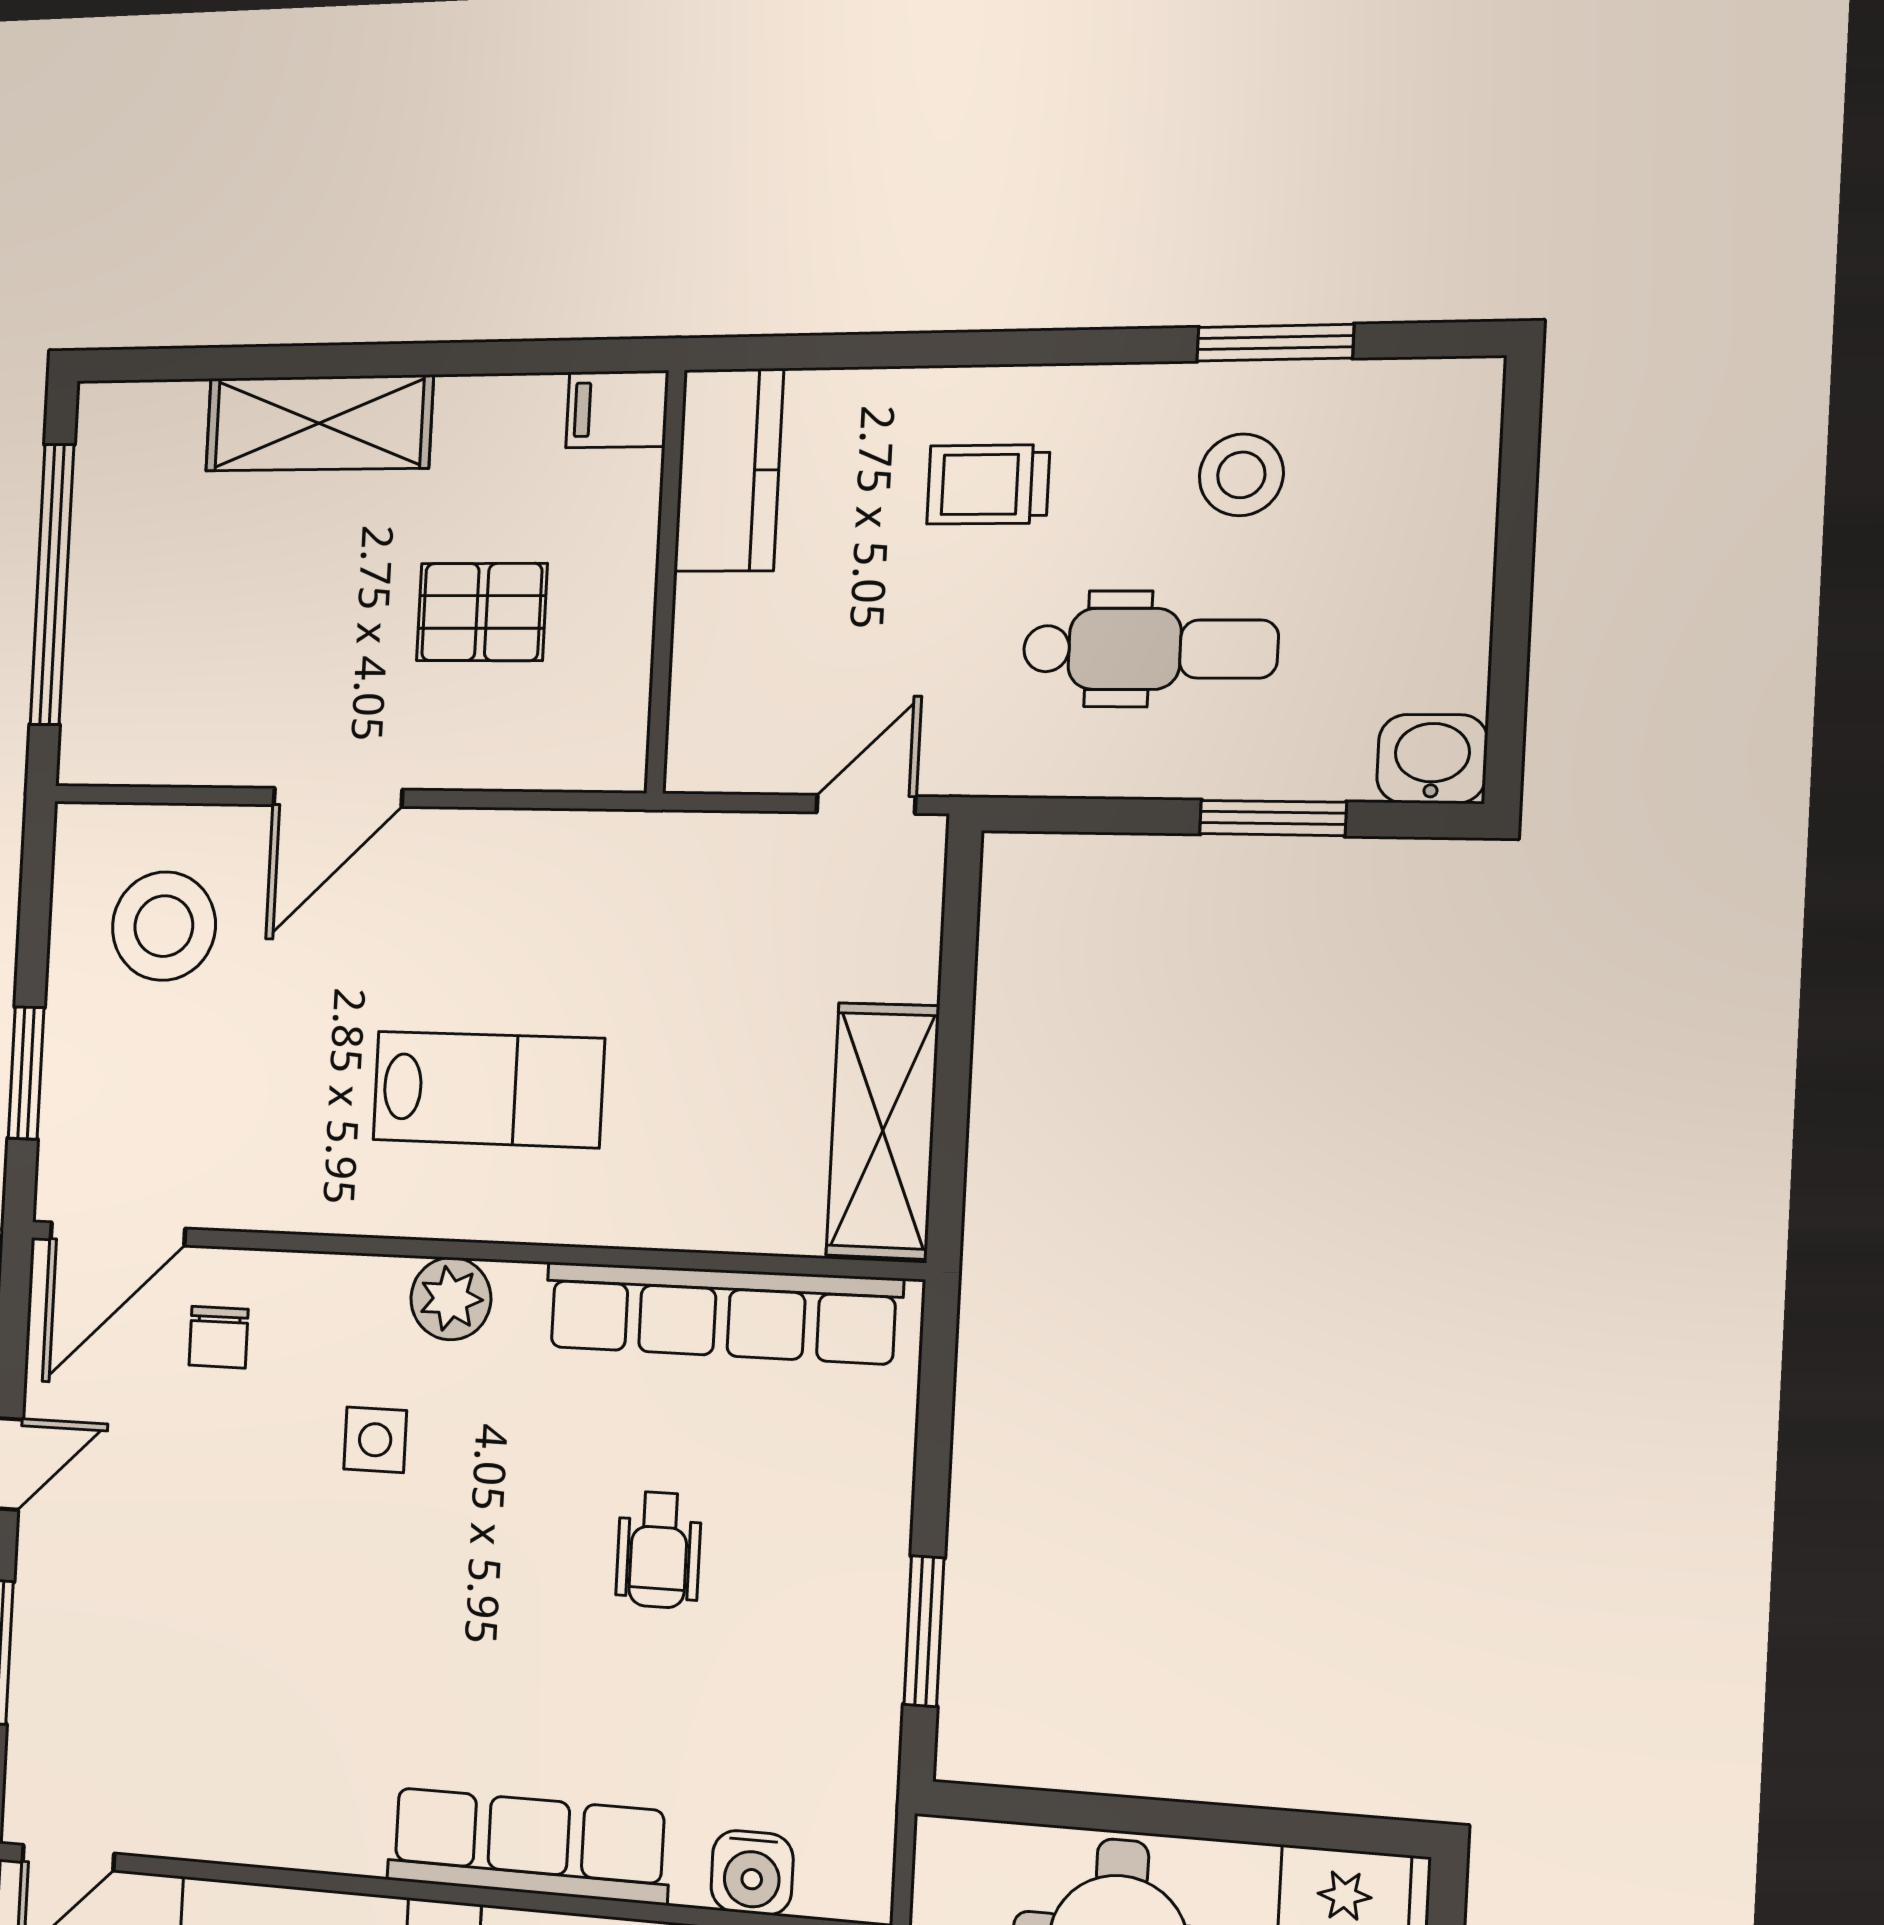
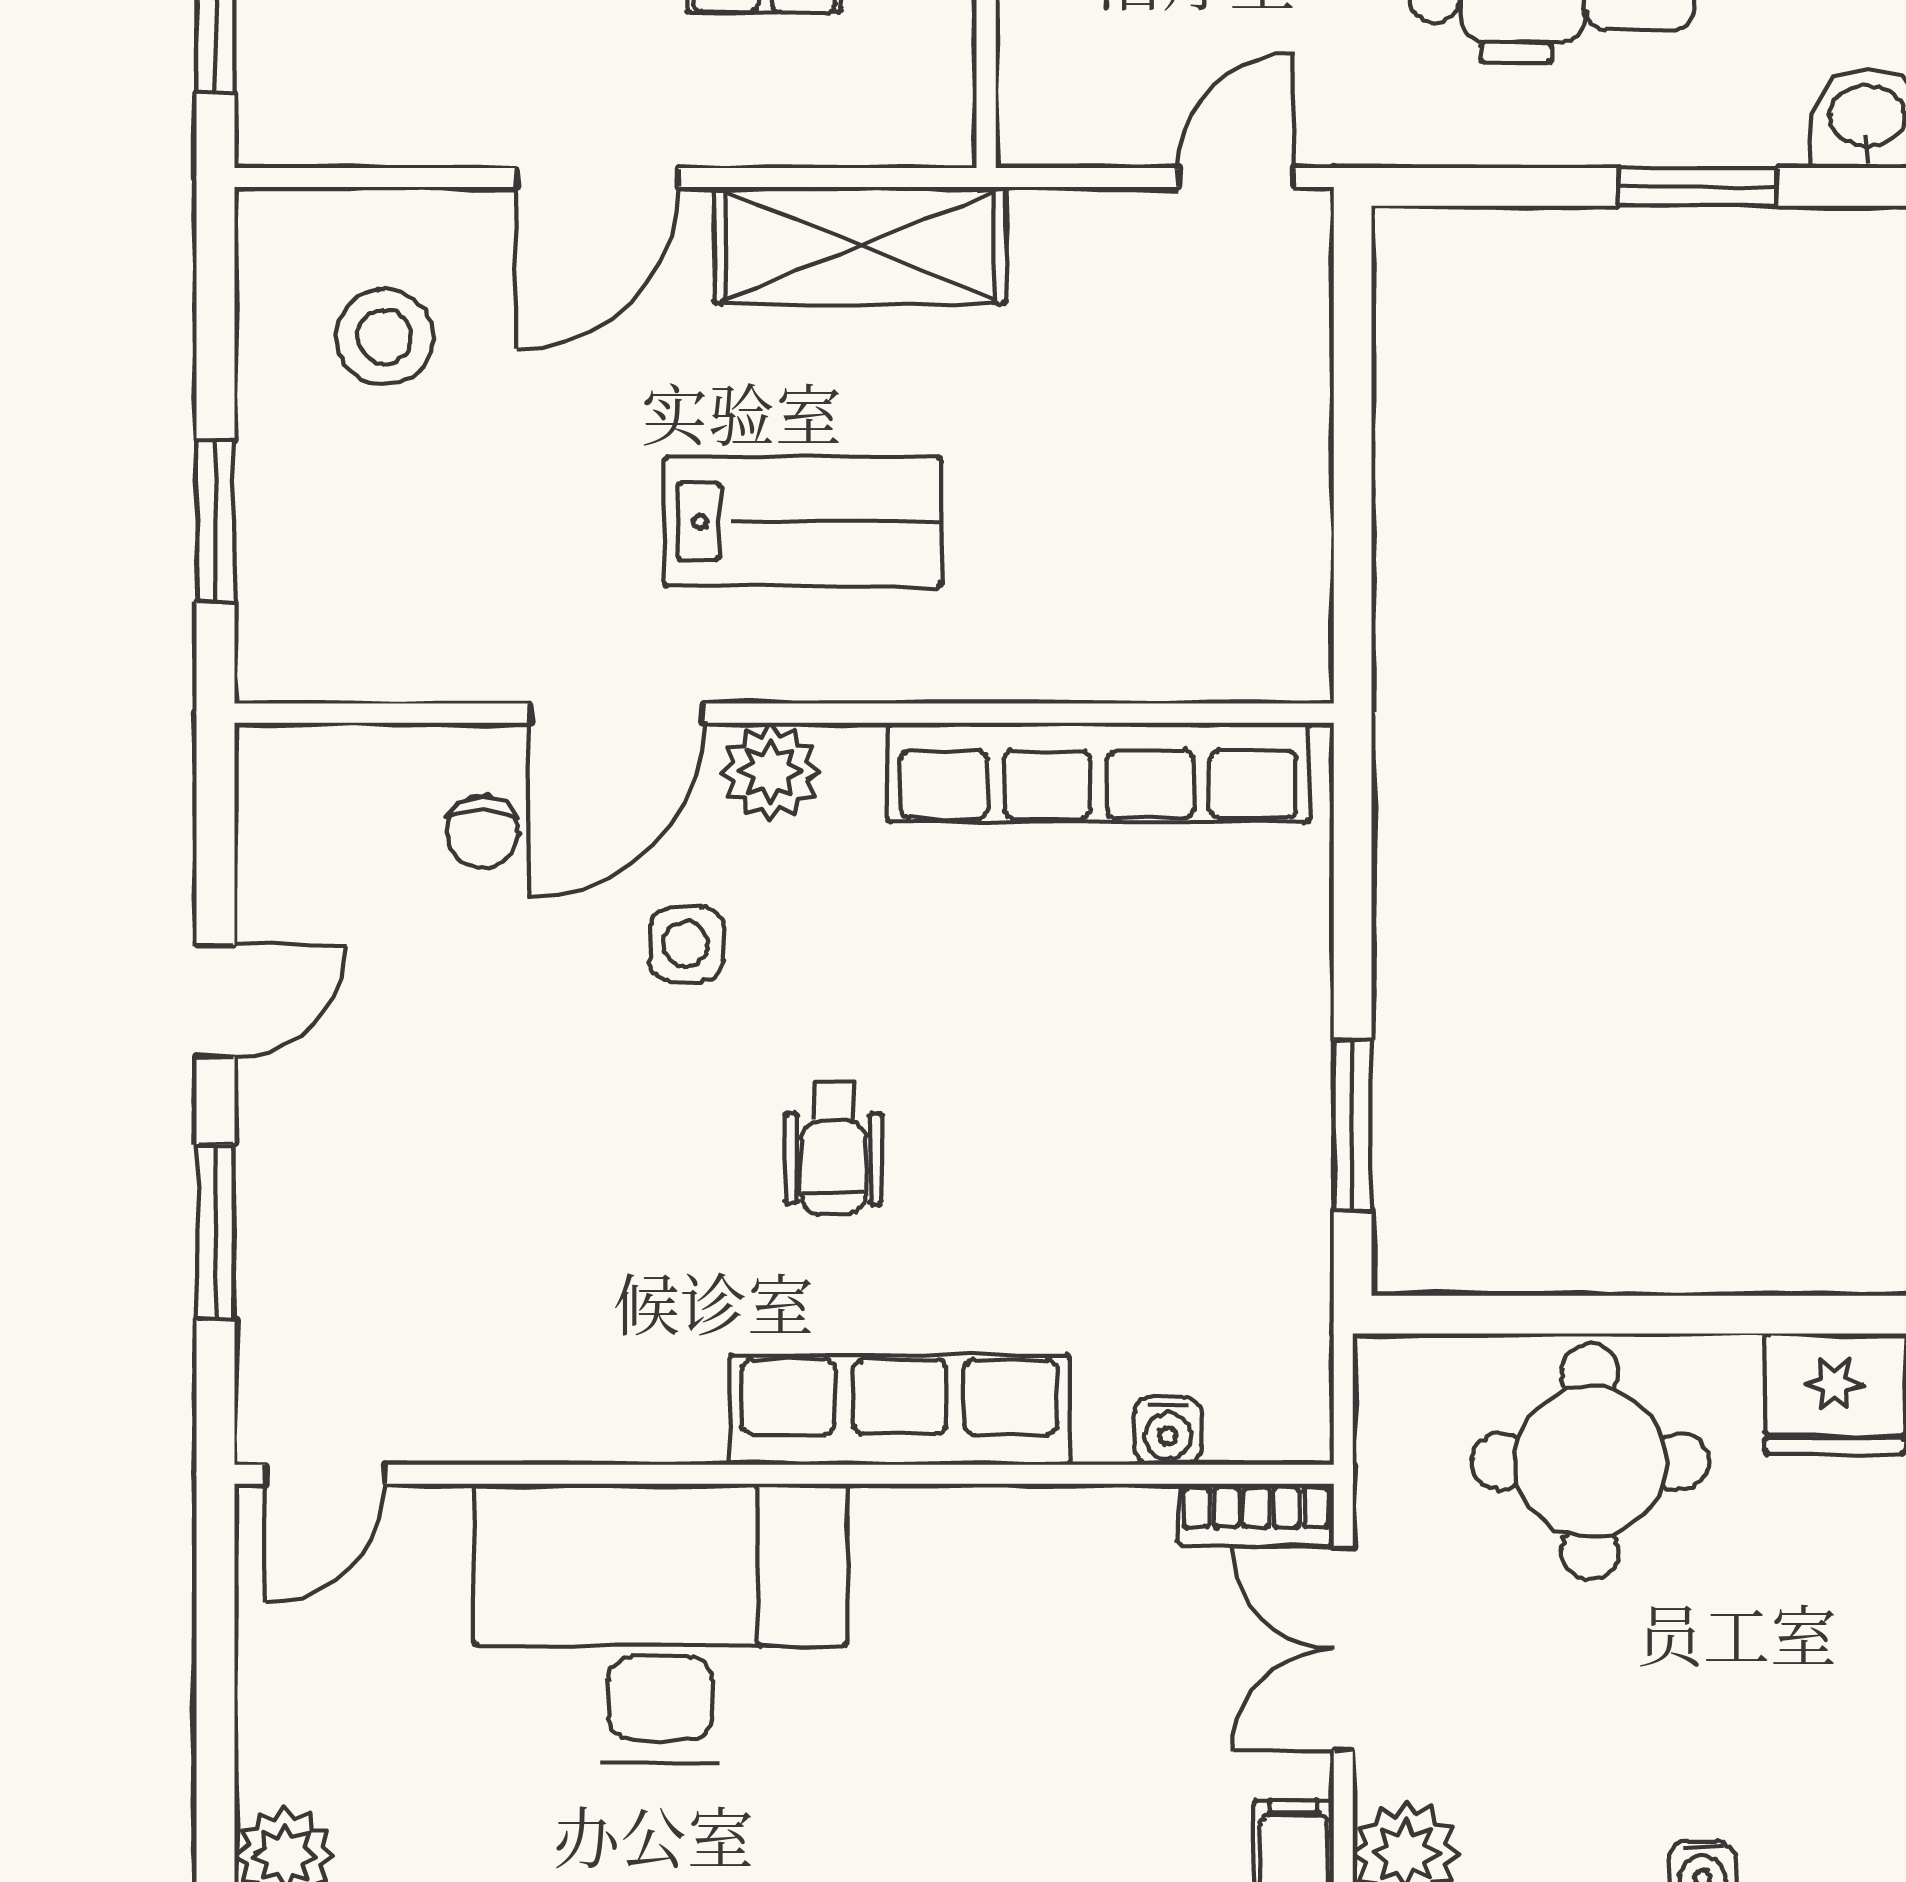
stool: (164, 926) -> (385, 337), width x0.73, depth x0.73
shelving: (883, 1131) -> (860, 245), moved, turned 90
door: (118, 1234) -> (617, 713), moved
wheelchair: (659, 1550) -> (834, 1148), moved
water cooler: (752, 1873) -> (1168, 1431), width x0.72, depth x0.72

